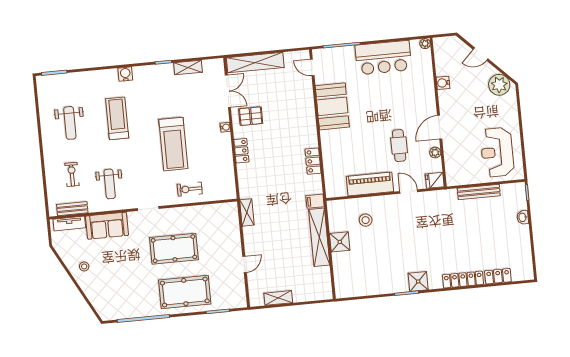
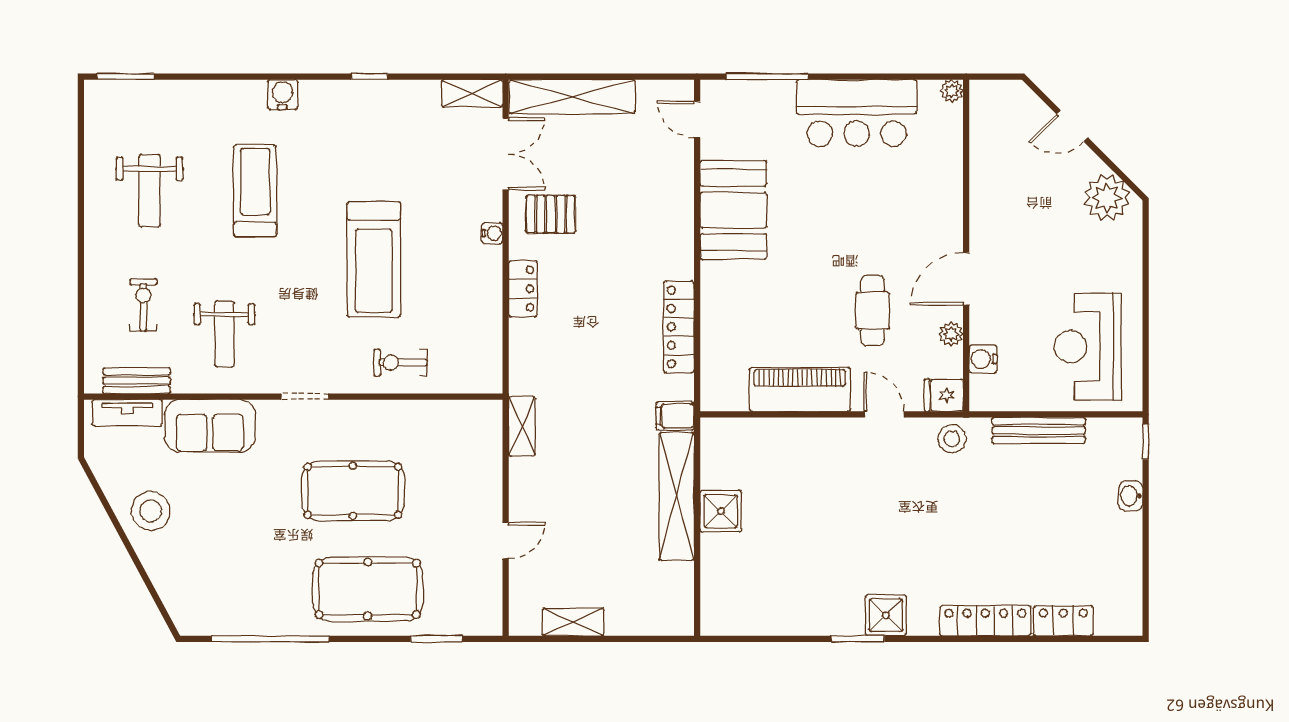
shelving: (188, 67) -> (472, 93), moved
water cooler: (443, 83) -> (983, 359), moved
locker: (313, 161) -> (679, 327), width x1.53
stool: (366, 220) -> (952, 439), moved
stool: (84, 266) -> (151, 511), width x1.89, depth x1.89

